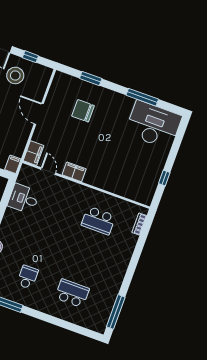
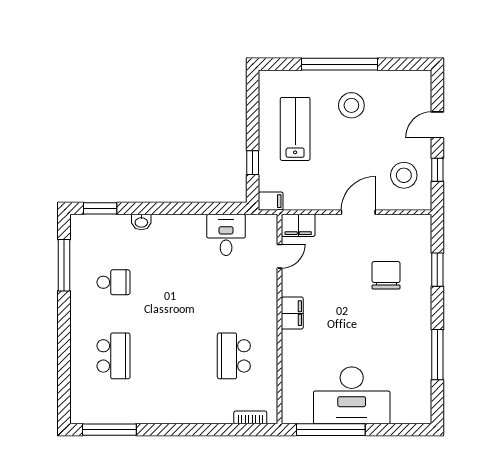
stool: (15, 75) -> (404, 175), moved
desk: (153, 125) -> (352, 395), moved, turned 90
filing cabinet: (74, 172) -> (292, 313), moved
window: (164, 178) -> (331, 430), width x3.17

